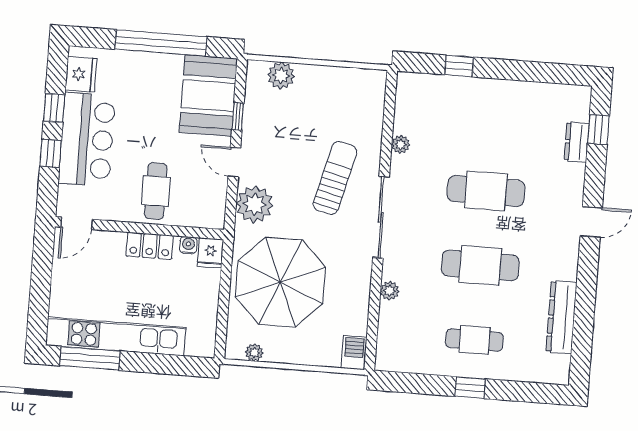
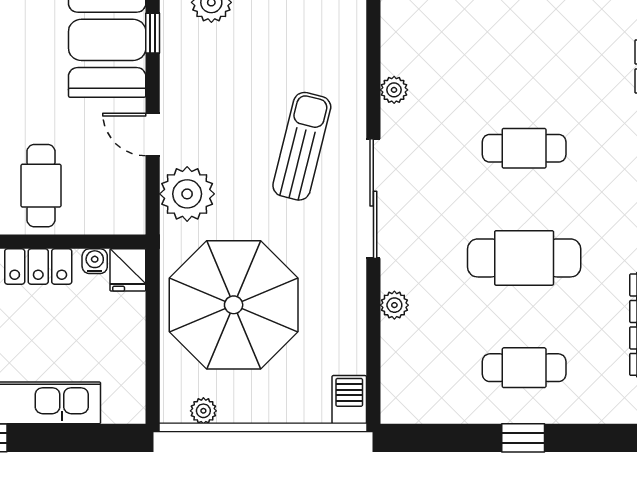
window: (238, 116) -> (153, 33), moved
cafe table: (486, 191) -> (524, 148), width x0.73, depth x0.74

